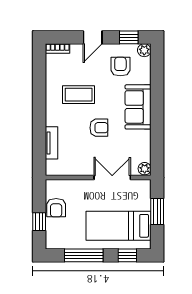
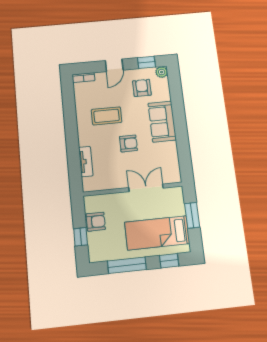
plant: (145, 169) -> (175, 176), removed
armchair: (56, 208) -> (96, 222), turned -90

